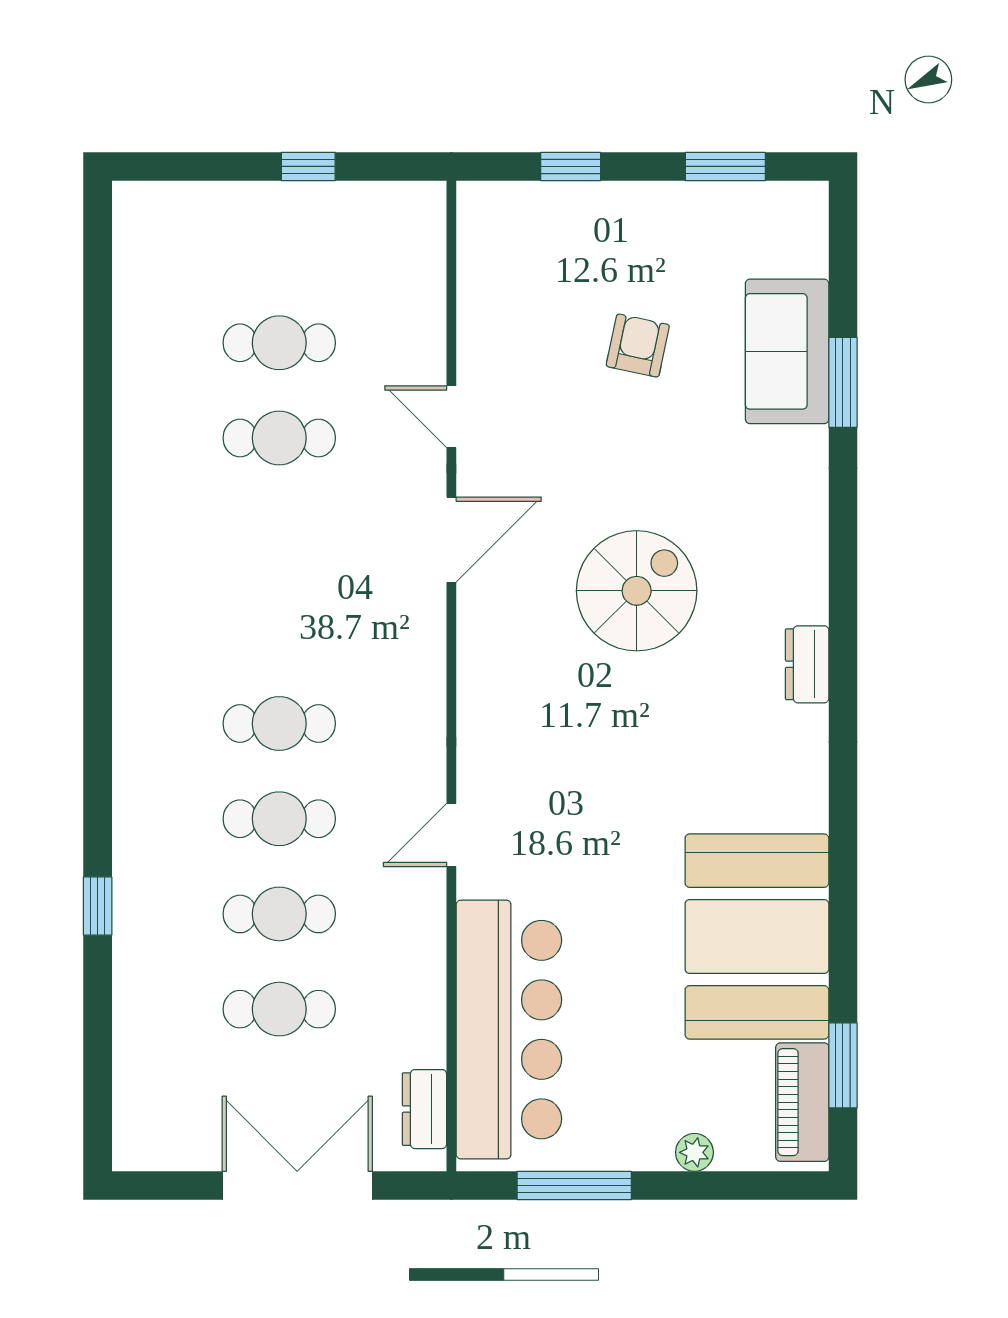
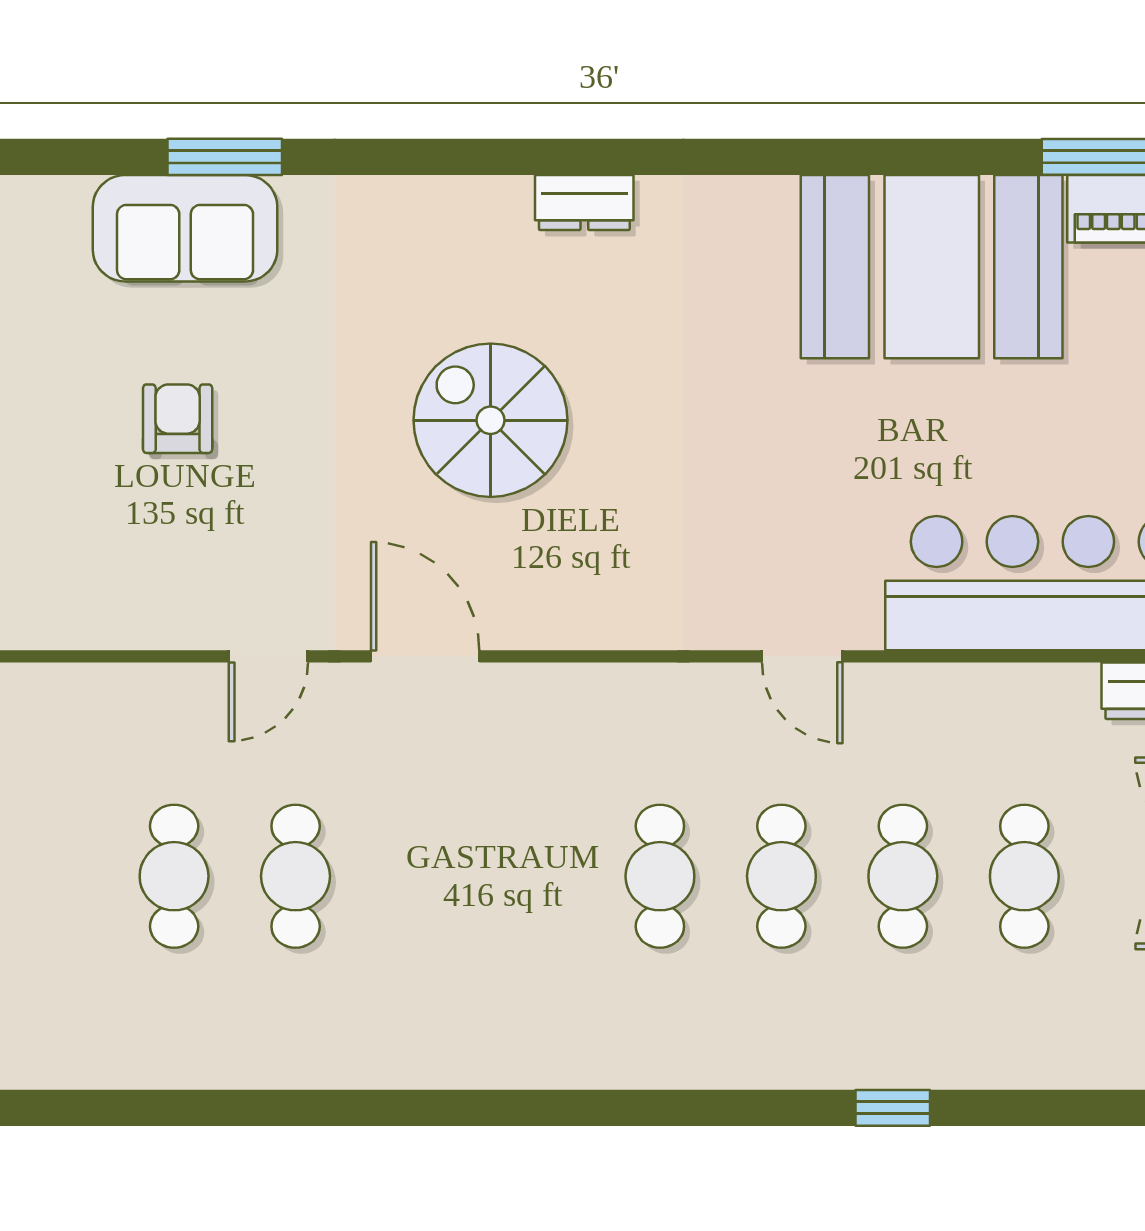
armchair: (638, 346) -> (178, 419), turned 78

